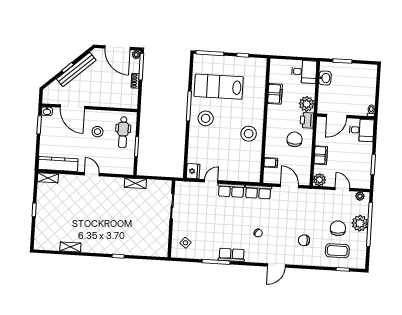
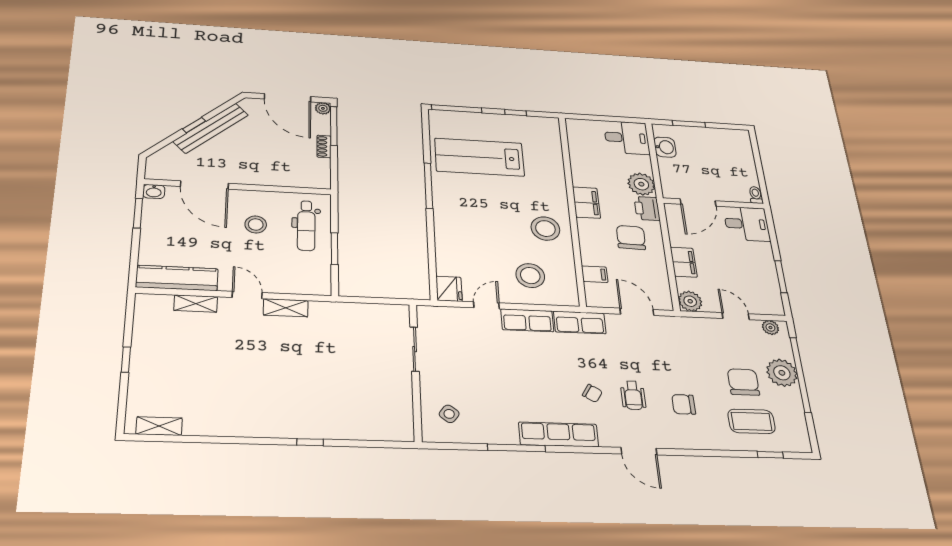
filing cabinet: (275, 94) -> (586, 203), moved
stool: (206, 118) -> (530, 276), moved
shelving: (48, 178) -> (196, 304), moved
shelving: (135, 183) -> (286, 308), moved
wheelchair: (279, 235) -> (633, 395), added
shelving: (70, 247) -> (159, 426), moved
row of seats: (232, 255) -> (559, 434), width x1.48
door: (276, 265) -> (639, 451), hinge flipped

